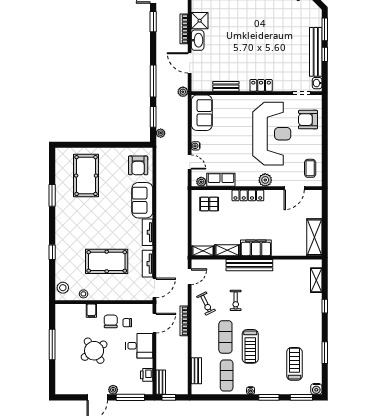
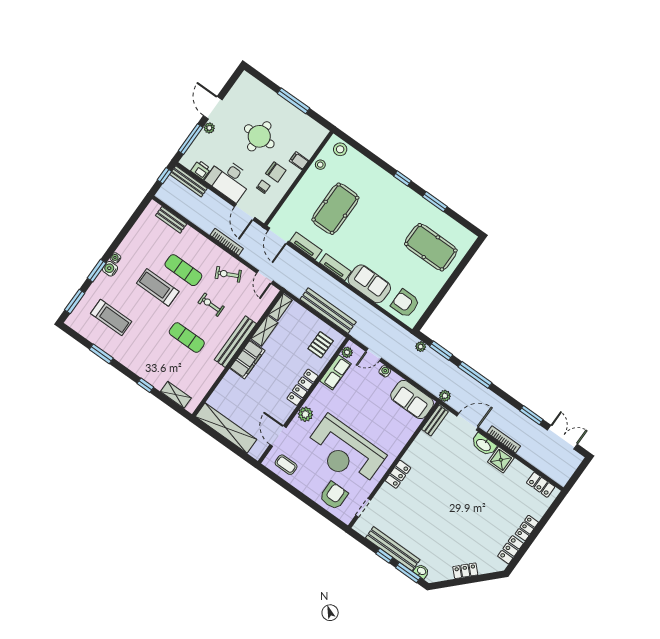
washbasin: (317, 83) -> (421, 571), moved
bench: (226, 86) -> (435, 421), moved
bench: (182, 216) -> (328, 311), added
shelving: (314, 237) -> (226, 428), width x1.47
window: (52, 252) -> (402, 178), moved
desk: (139, 346) -> (229, 179), width x1.37
round table: (94, 351) -> (259, 136), turned 34
exercise mat: (227, 376) -> (187, 338), moved
bench: (161, 382) -> (188, 181), width x1.36
water cooler: (316, 389) -> (110, 269), moved

